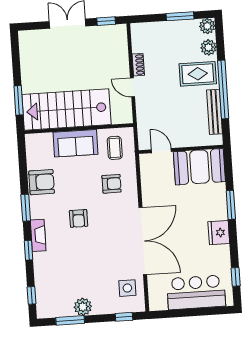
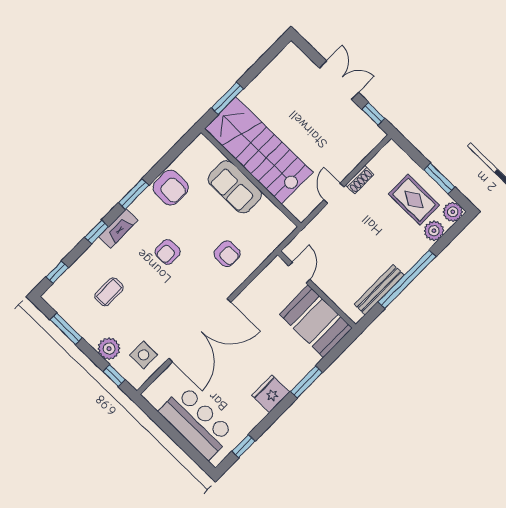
rug: (198, 74) -> (414, 200), moved
coffee table: (115, 148) -> (109, 292), moved
plant: (83, 307) -> (109, 349), moved

